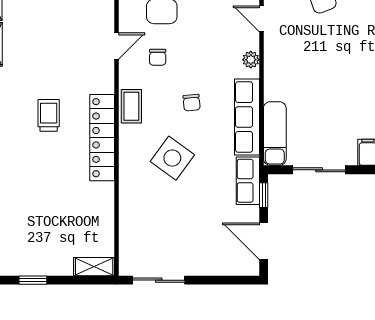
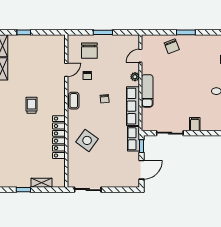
door: (261, 19) -> (140, 56), hinge flipped
exam couch: (275, 134) -> (147, 91), moved
locker: (102, 138) -> (59, 137), moved
side table: (172, 158) -> (87, 140), moved
door: (264, 241) -> (141, 170), swing flipped
shelving: (94, 267) -> (41, 183), moved

